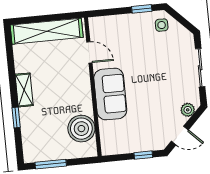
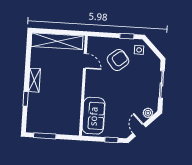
armchair: (135, 44) -> (118, 60), added
sofa: (110, 94) -> (94, 116), moved
boiler: (81, 129) -> (71, 114), removed
door: (180, 135) -> (139, 130), swing flipped

